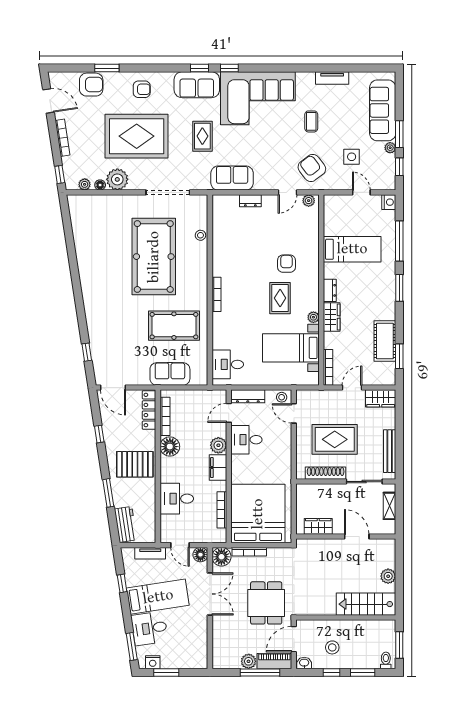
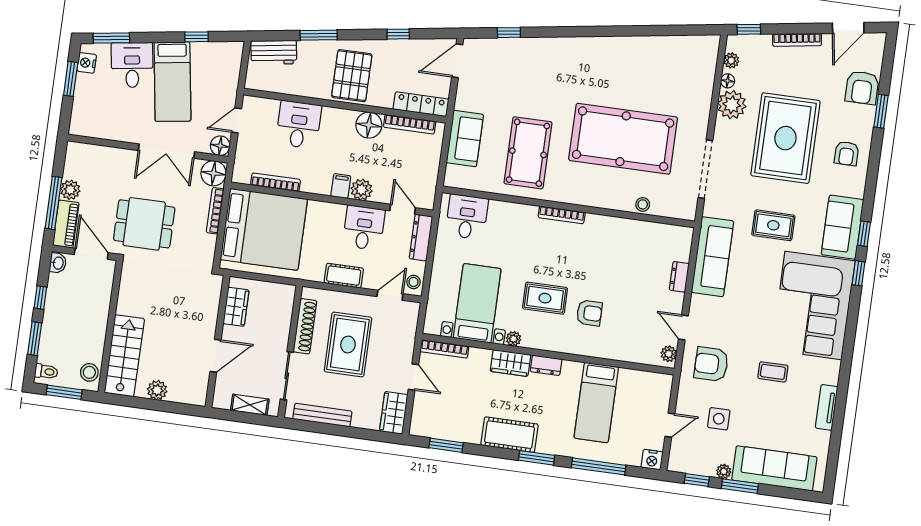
armchair: (312, 168) -> (711, 364), turned -143
sofa: (232, 178) -> (713, 257), width x1.36
cot: (385, 341) -> (510, 435), moved
cot: (284, 450) -> (344, 276), added
filing cabinet: (218, 468) -> (341, 186), width x0.50
tv unit: (150, 553) -> (231, 80), removed
stool: (332, 647) -> (89, 372), moved

